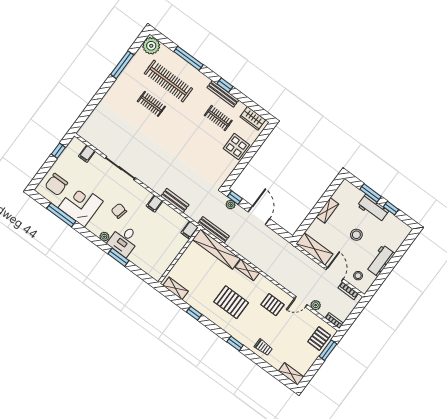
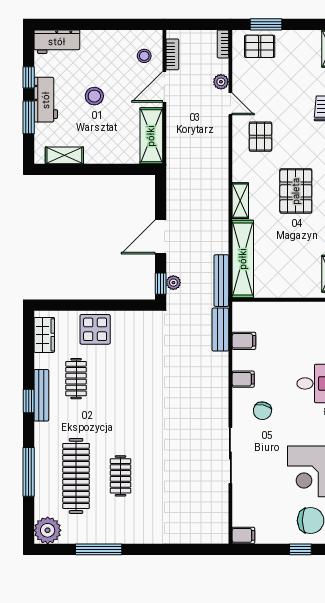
window: (58, 151) -> (300, 549), moved
filing cabinet: (87, 154) -> (243, 535), moved
bench: (175, 201) -> (220, 330), moved
shelving: (327, 210) -> (64, 155), moved
chair: (119, 211) -> (262, 411), moved
filing cabinet: (190, 230) -> (244, 341), moved
workbench: (380, 261) -> (57, 42), moved

